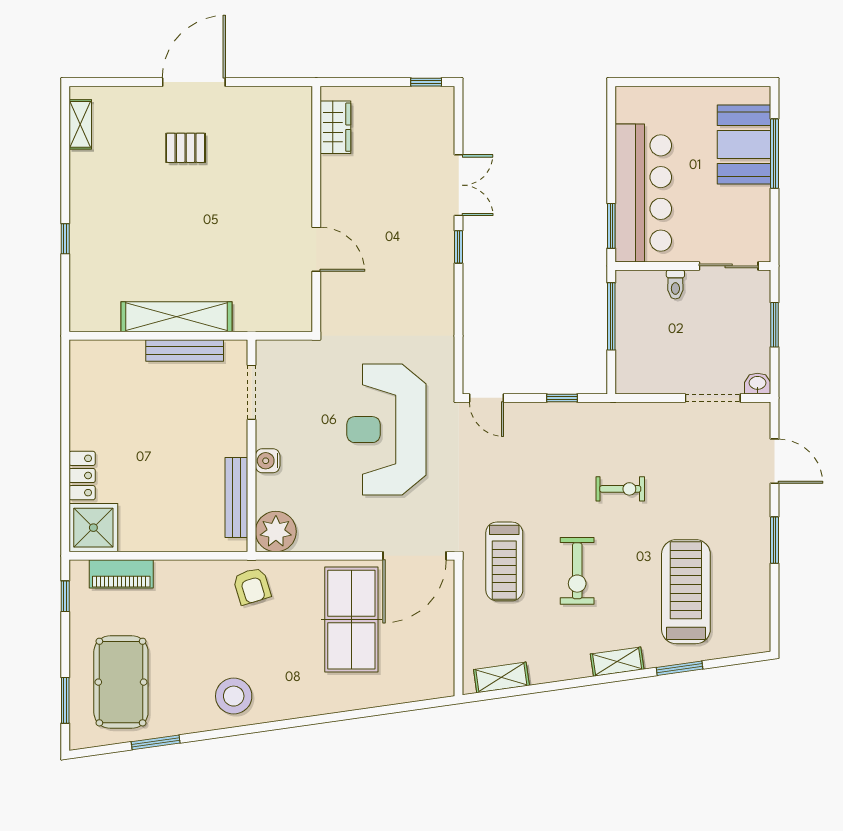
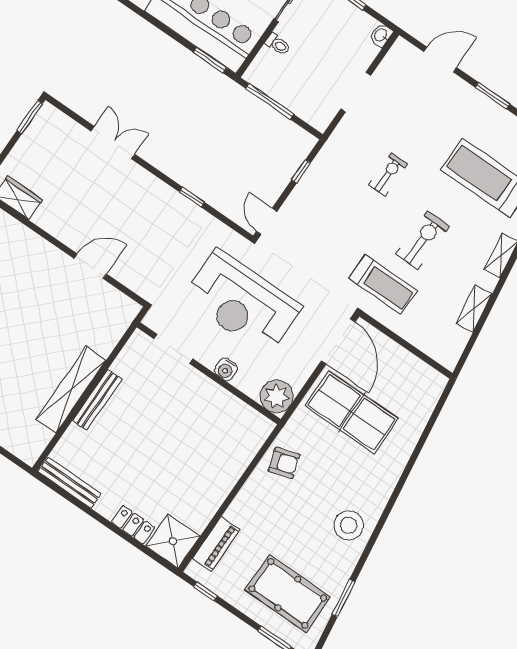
window: (426, 82) -> (30, 117), width x1.50
window: (459, 247) -> (192, 197), moved
doorway: (252, 392) -> (173, 349), moved
door: (487, 398) -> (267, 221), swing flipped
doorway: (713, 398) -> (356, 92), moved
wall: (252, 446) -> (209, 373), moved
water cooler: (268, 461) -> (226, 369), moved
bench: (236, 498) -> (69, 483), moved
plant: (276, 532) -> (277, 396), moved
exercise bike: (577, 571) -> (423, 240), turned -88
shelving: (501, 677) -> (474, 309), moved

